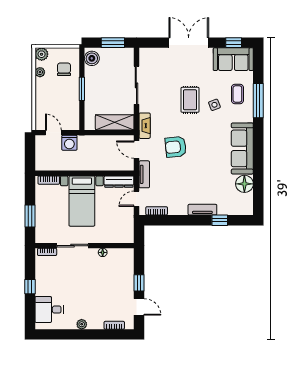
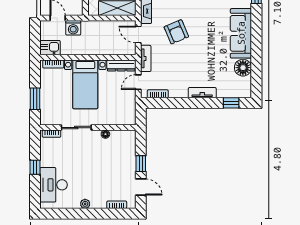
armchair: (176, 147) -> (176, 32), turned -107
kitchen sink: (45, 163) -> (50, 48), added
window: (220, 220) -> (231, 103), moved
desk: (49, 310) -> (54, 185), width x1.37

